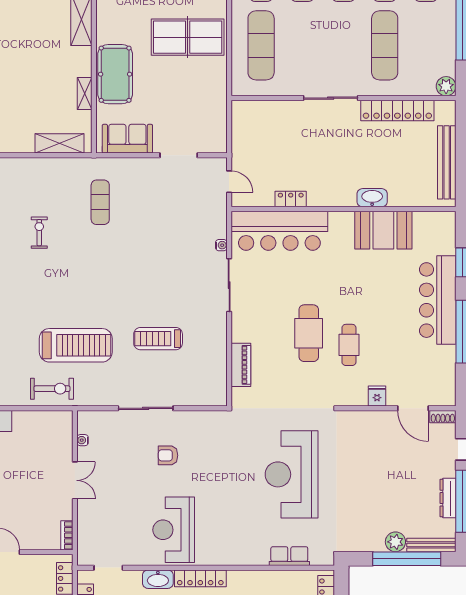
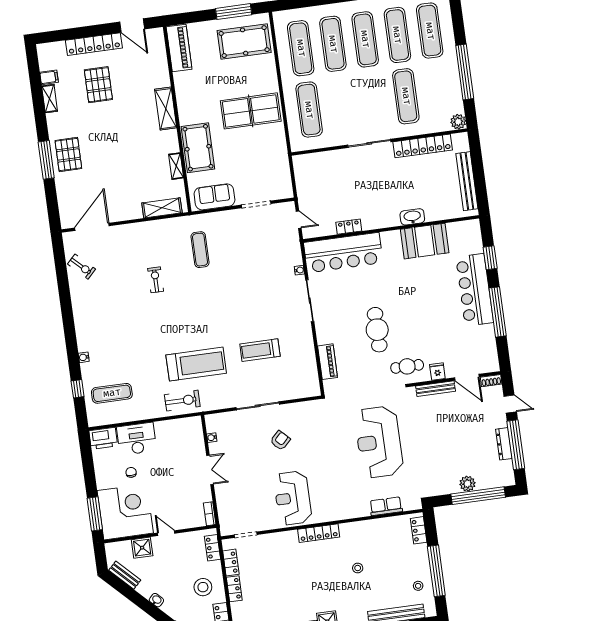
cafe table: (349, 345) -> (407, 366), moved, turned 90
armchair: (168, 455) -> (280, 440), turned 135
bench: (431, 545) -> (436, 389), moved
washbasin: (158, 579) -> (286, 538), removed

